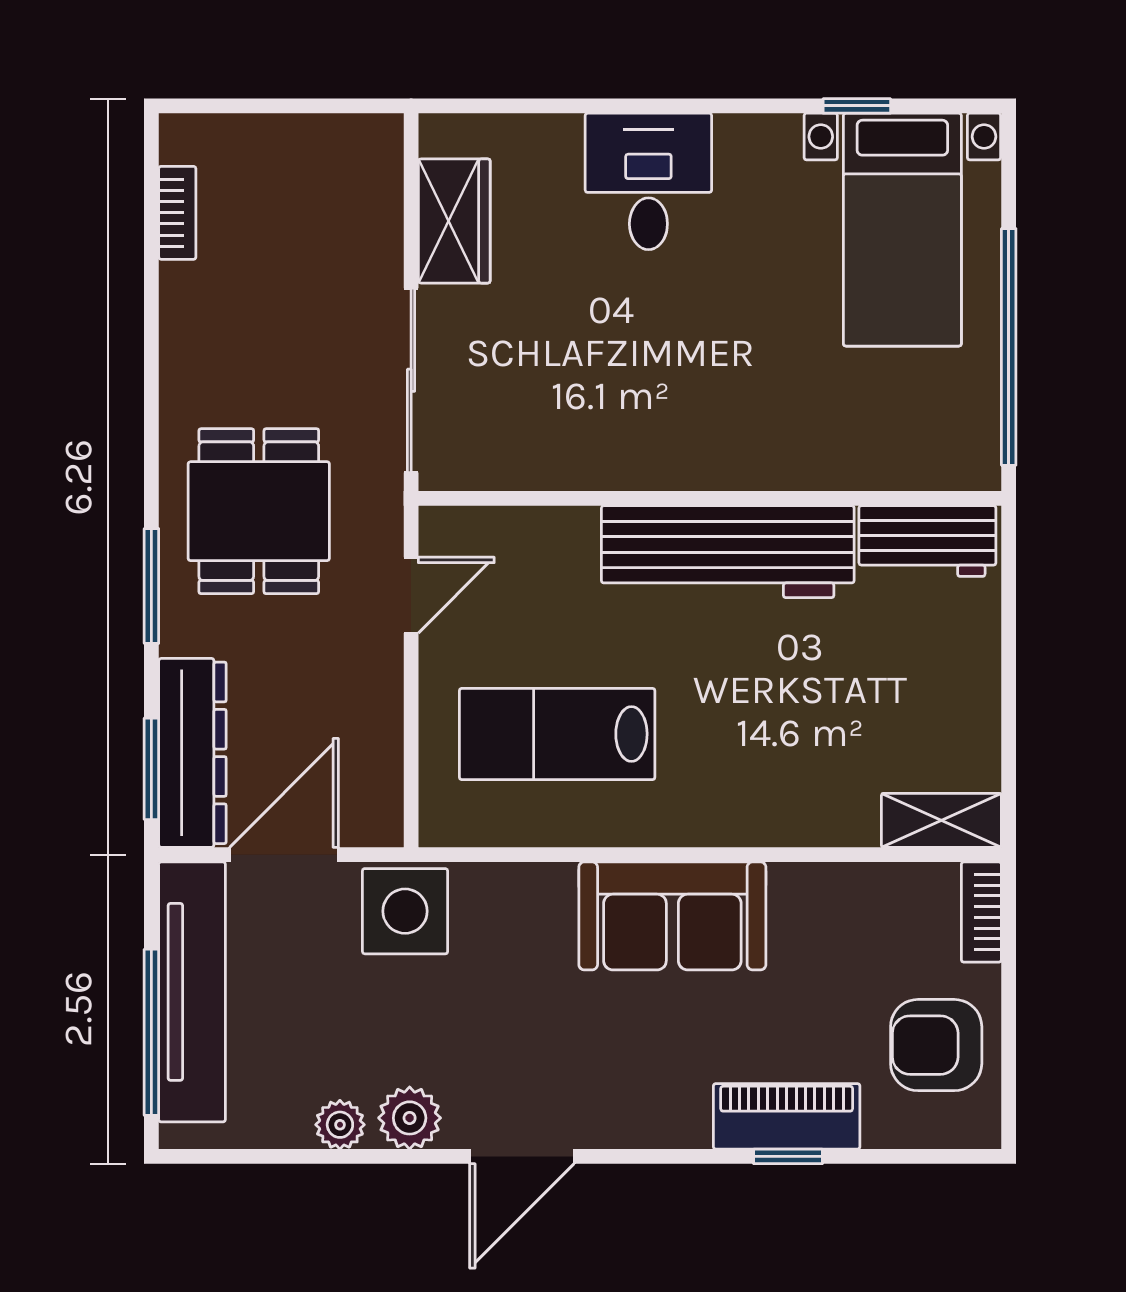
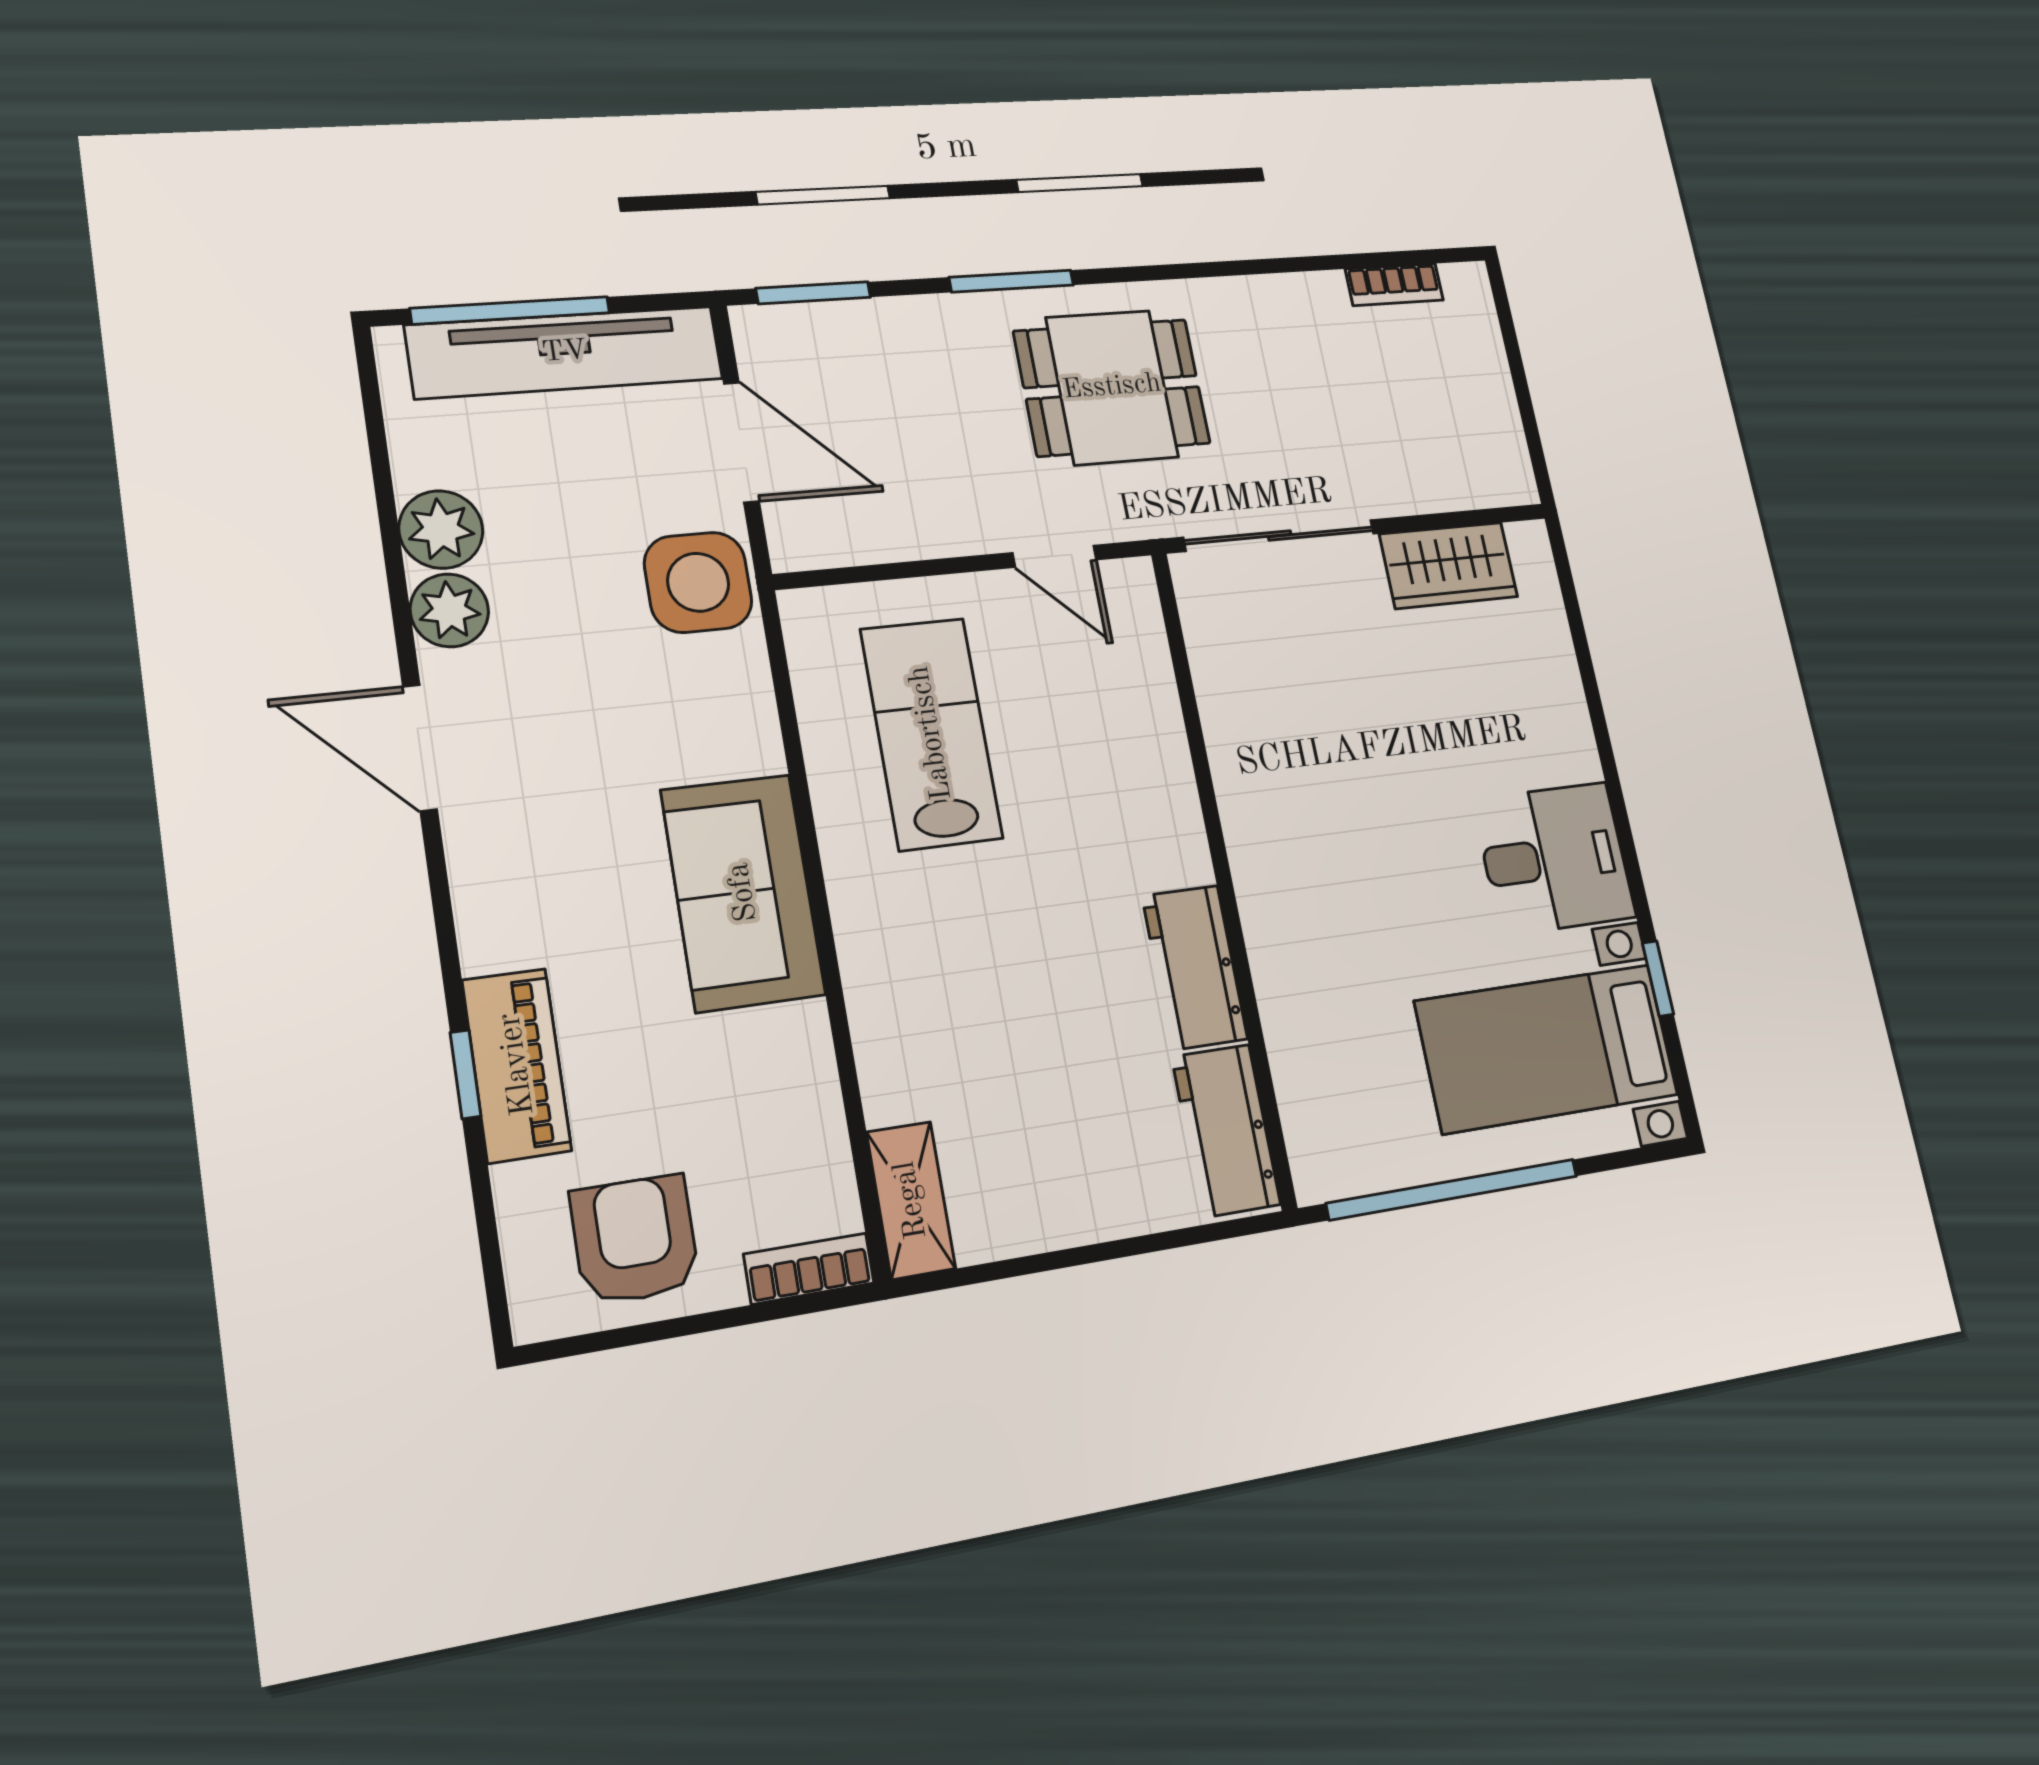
desk: (648, 181) -> (1554, 858), moved
workbench: (728, 552) -> (1195, 967), width x0.53, depth x0.76
dresser: (192, 753) -> (839, 335), removed
plant: (340, 1125) -> (441, 530), width x1.38, depth x1.38

